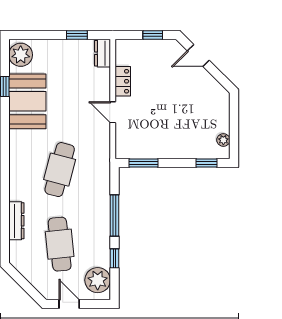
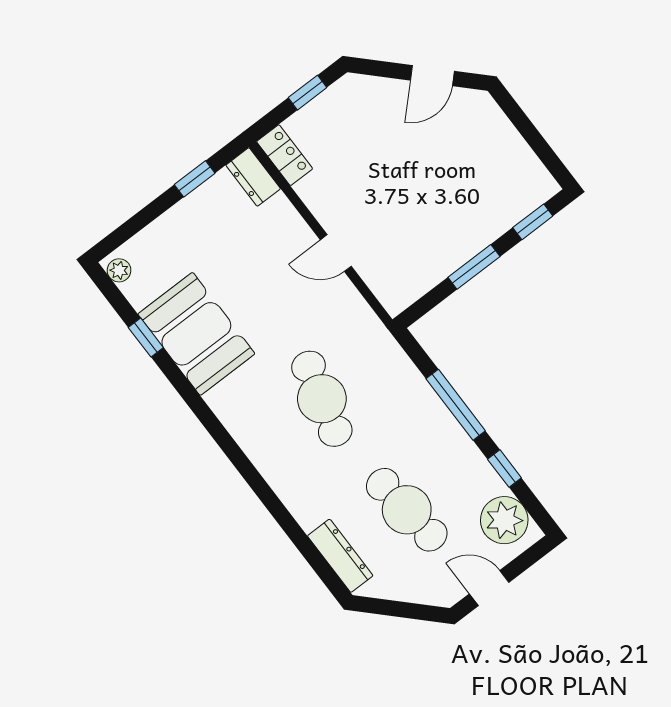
plant: (21, 55) -> (119, 270), width x0.53, depth x0.53
door: (198, 56) -> (432, 76), moved
locker: (123, 81) -> (285, 155), moved
plant: (223, 140) -> (532, 168), removed
window: (144, 163) -> (474, 267), moved
dresser: (16, 221) -> (340, 556), moved

